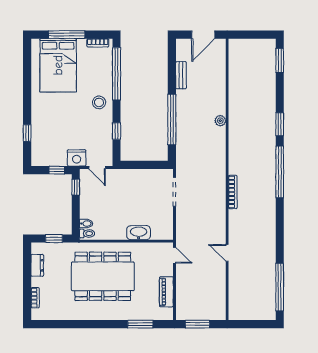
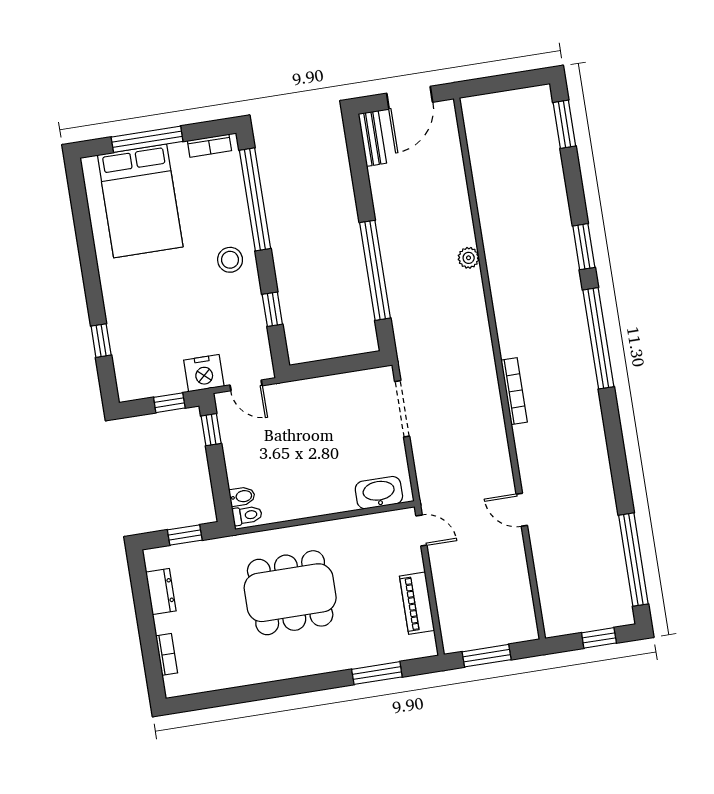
bench: (181, 75) -> (372, 138), moved
washbasin: (139, 233) -> (379, 493), moved
dining table: (103, 276) -> (290, 593), width x0.73, depth x0.80
window: (256, 324) -> (599, 638), added

